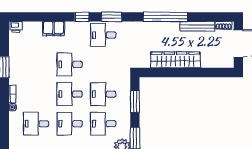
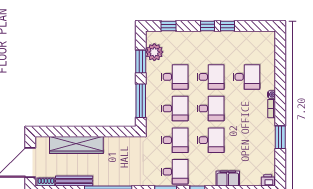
wardrobe: (176, 60) -> (76, 145), moved
desk: (103, 65) -> (175, 140), added
window: (135, 101) -> (141, 101), width x1.44

